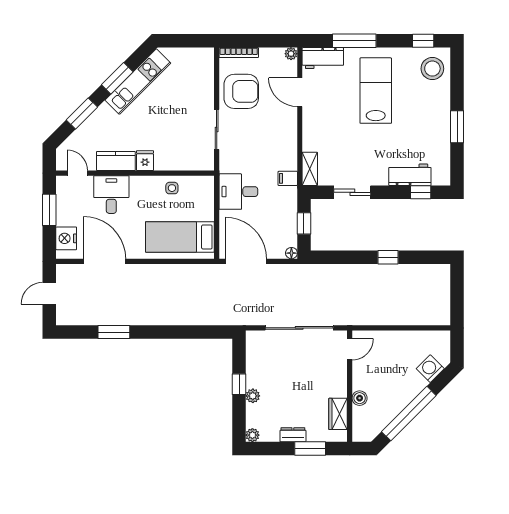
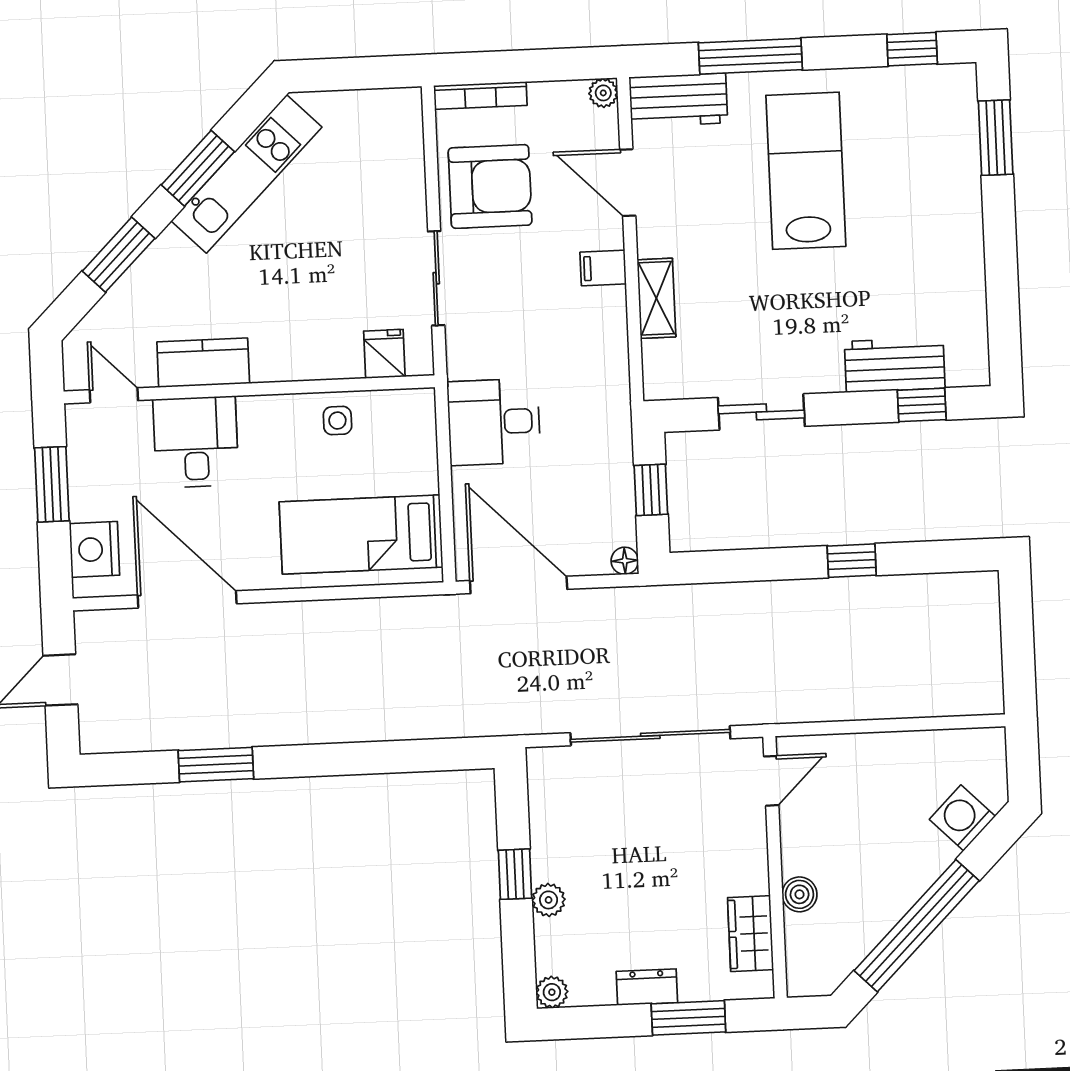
stool: (432, 69) -> (937, 113), removed
window: (457, 127) -> (996, 138), moved
fridge: (145, 161) -> (384, 354), moved
shelving: (310, 169) -> (656, 298), moved
filing cabinet: (288, 178) -> (603, 268), moved

